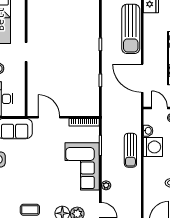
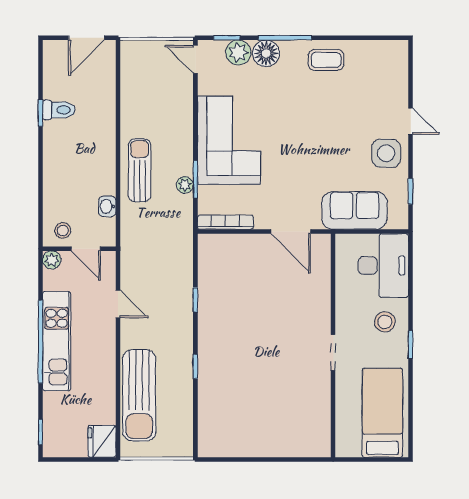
sun lounger: (131, 29) -> (139, 395), turned 180
door: (142, 78) -> (118, 304), width x0.53
washing machine: (153, 147) -> (98, 176), removed
plant: (106, 185) -> (185, 185), moved

